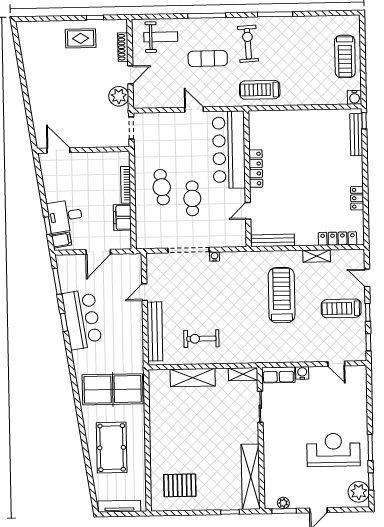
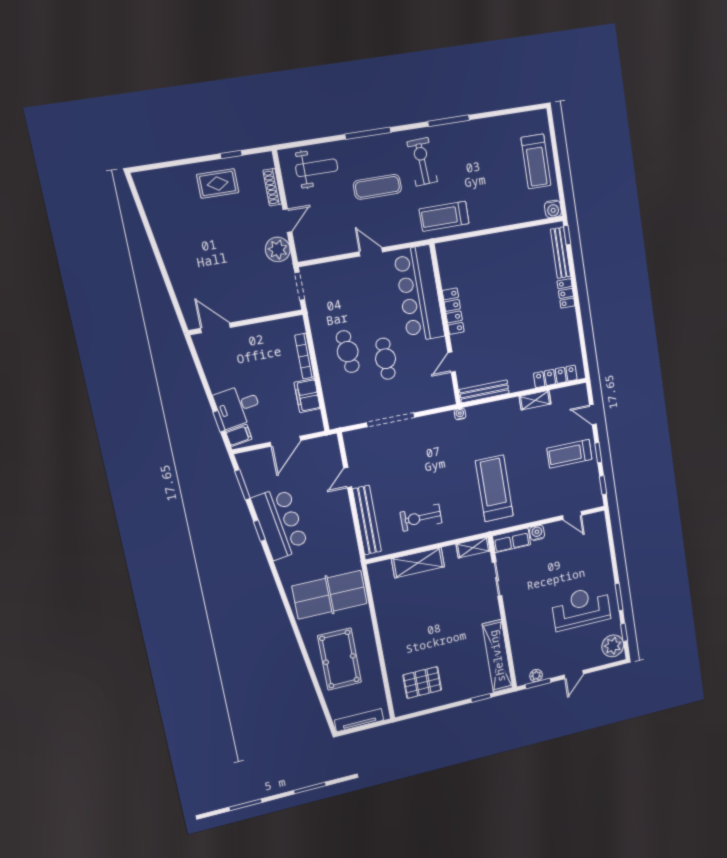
locker: (357, 198) -> (566, 293), moved
water cooler: (214, 257) -> (460, 414), moved
treadmill: (282, 295) -> (494, 488), moved

